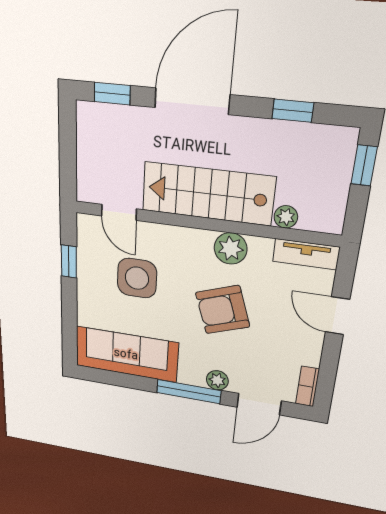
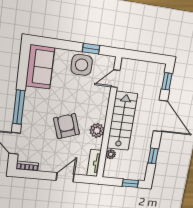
side table: (137, 278) -> (82, 65), moved
sofa: (126, 354) -> (40, 67), width x0.73
plant: (217, 380) -> (27, 122), removed

